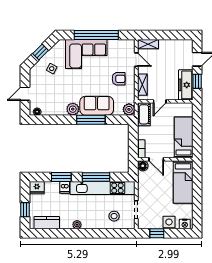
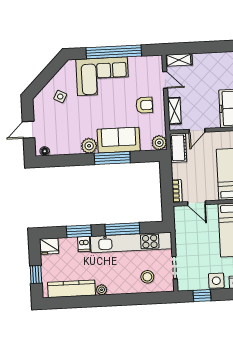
window: (41, 52) -> (45, 77), removed
floor lamp: (143, 166) -> (180, 212), removed
kitchen counter: (47, 223) -> (72, 289), width x1.50

